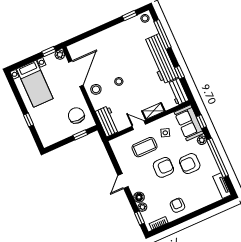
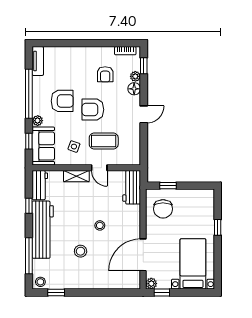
stool: (96, 89) -> (81, 251), moved
armchair: (177, 205) -> (105, 74), moved

